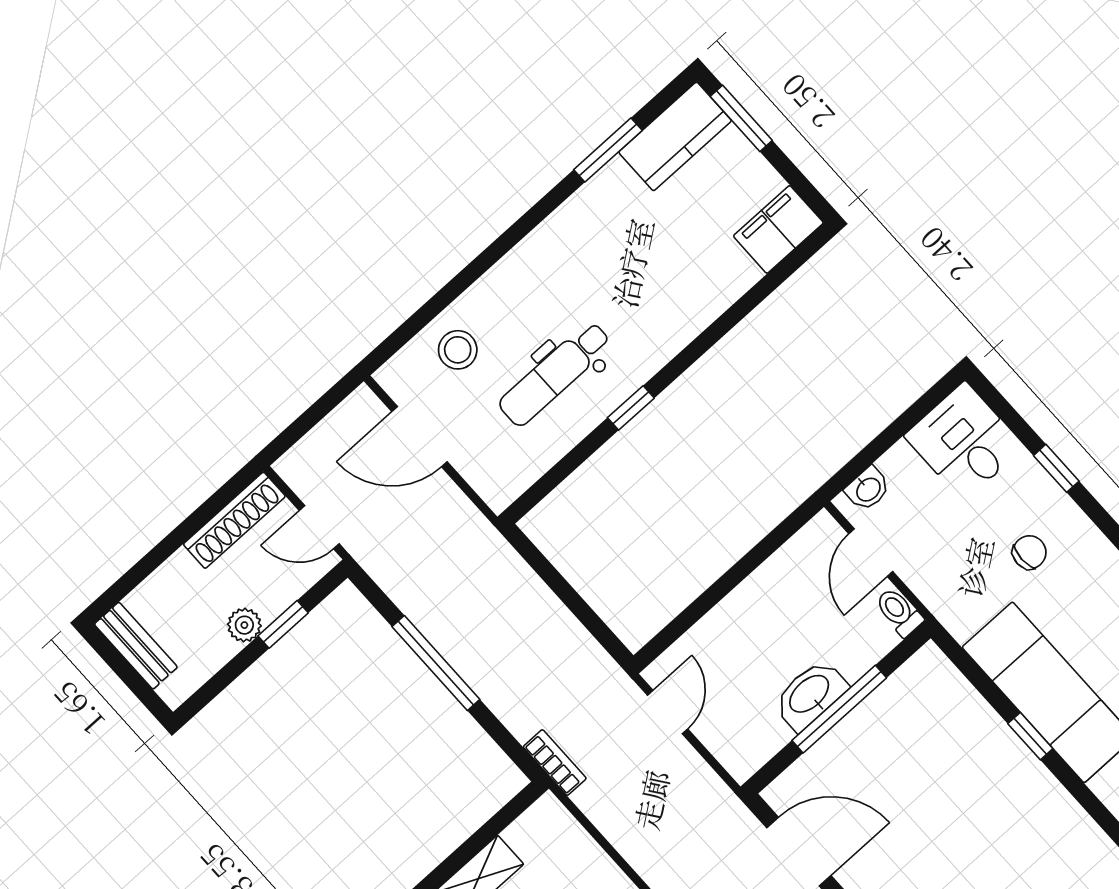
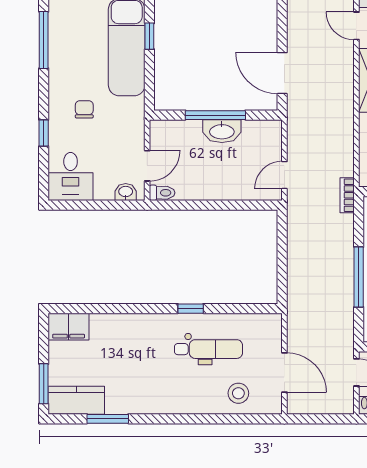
chair: (1029, 552) -> (84, 109), turned 90
toilet: (899, 612) -> (162, 193), moved, turned -90

